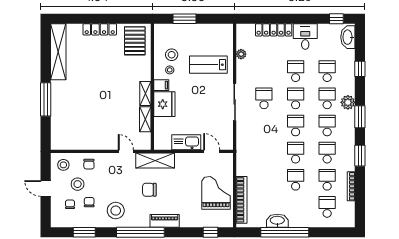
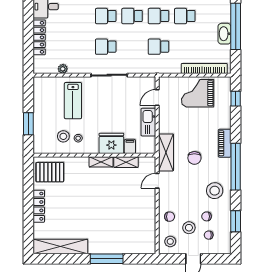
school desk: (296, 71) -> (158, 47), moved
filing cabinet: (161, 85) -> (130, 146), moved

